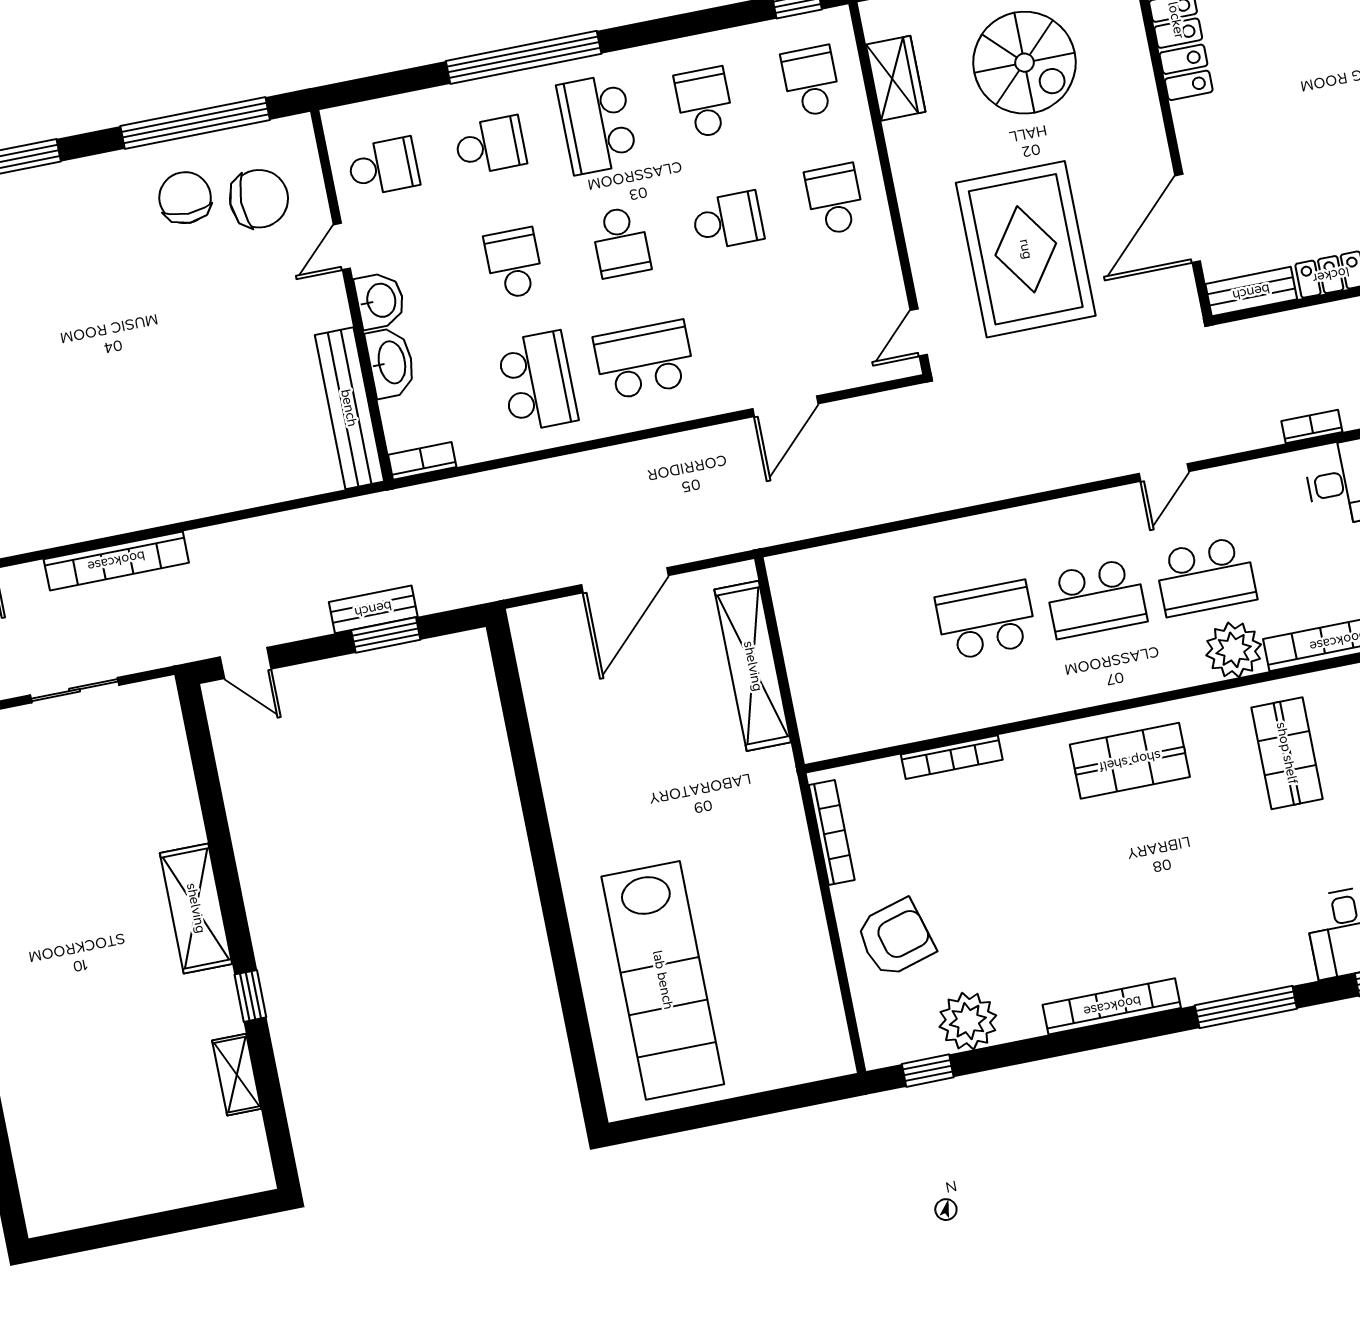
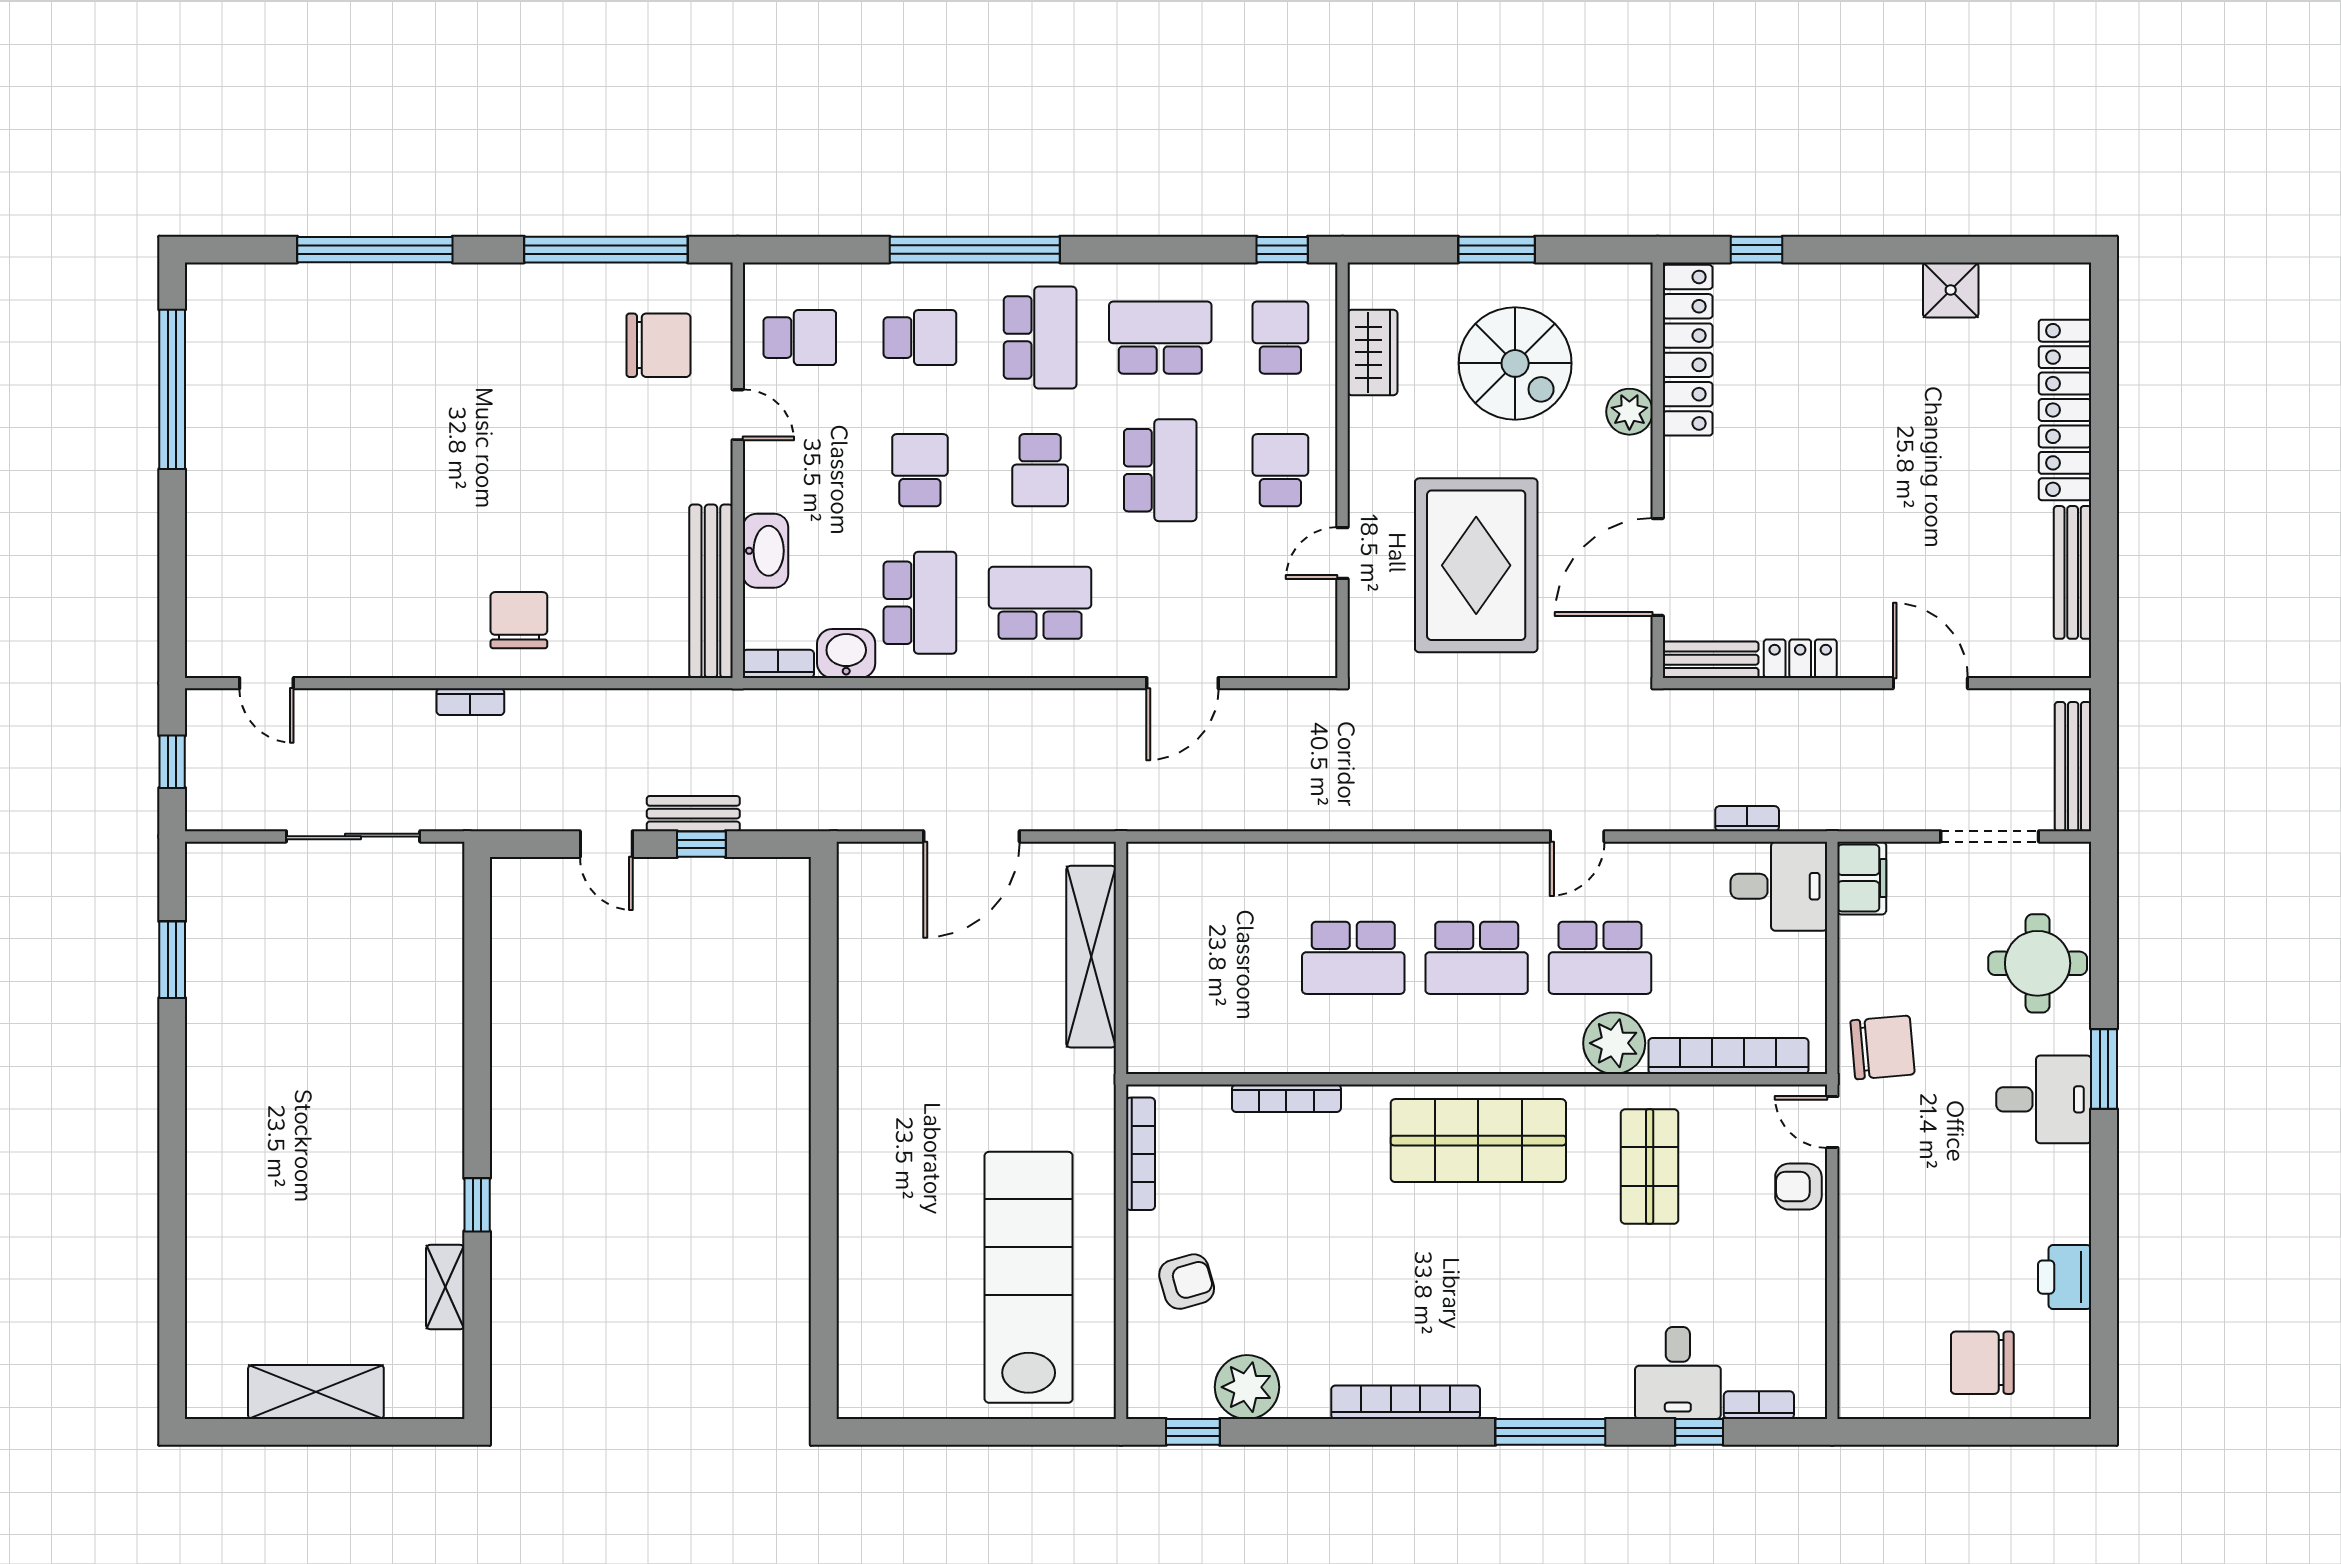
plant: (1135, 85) -> (1629, 412), added
school desk: (704, 103) -> (1160, 338), width x1.85
school desk: (597, 124) -> (1040, 338), turned 180
chair: (185, 198) -> (519, 620), moved
school desk: (728, 221) -> (1160, 470), width x1.85
door: (342, 247) -> (738, 415), swing flipped
washbasin: (380, 301) -> (846, 654), moved, turned -90
door: (919, 332) -> (1342, 553), moved
bookcase: (116, 561) -> (470, 702), width x0.43, depth x0.76
school desk: (986, 620) -> (1353, 958), turned 180
window: (386, 635) -> (701, 844), width x0.67
door: (246, 663) -> (606, 844), moved
sliding door: (75, 690) -> (353, 836), width x1.37
shop shelf: (1130, 761) -> (1478, 1141), width x1.43, depth x1.36
shelving: (196, 908) -> (316, 1392), moved, turned 90
armchair: (895, 938) -> (1187, 1282), width x0.72, depth x0.72
lab bench: (663, 980) -> (1029, 1277), moved, turned 180

